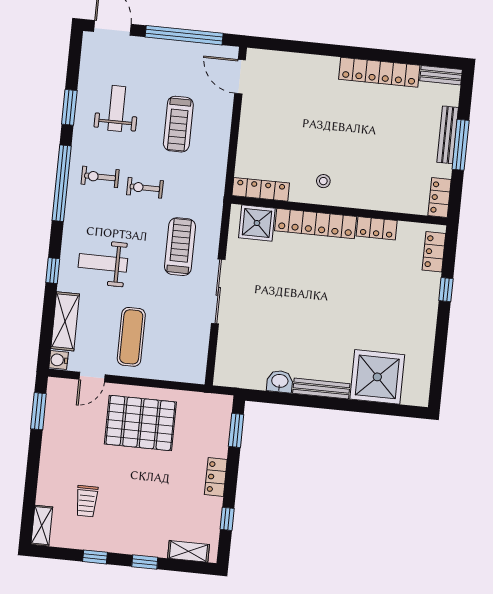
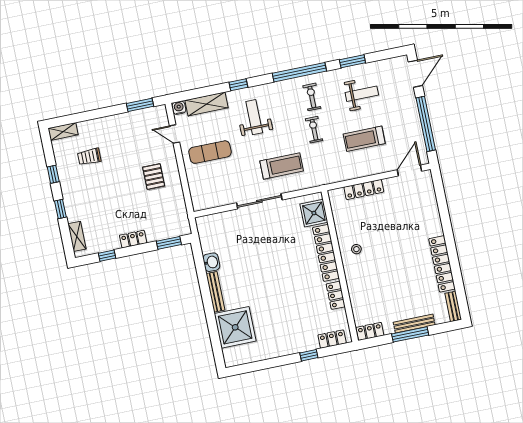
locker: (261, 189) -> (364, 190), moved, turned 90
pallet: (140, 423) -> (154, 177), width x0.49, depth x0.50

